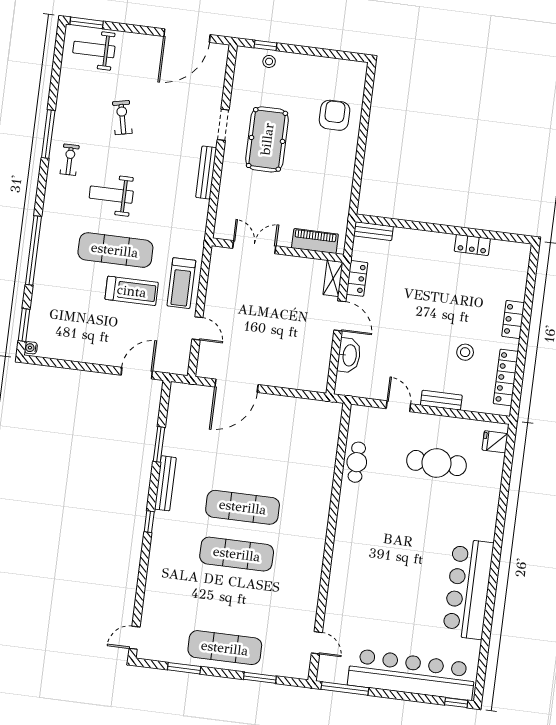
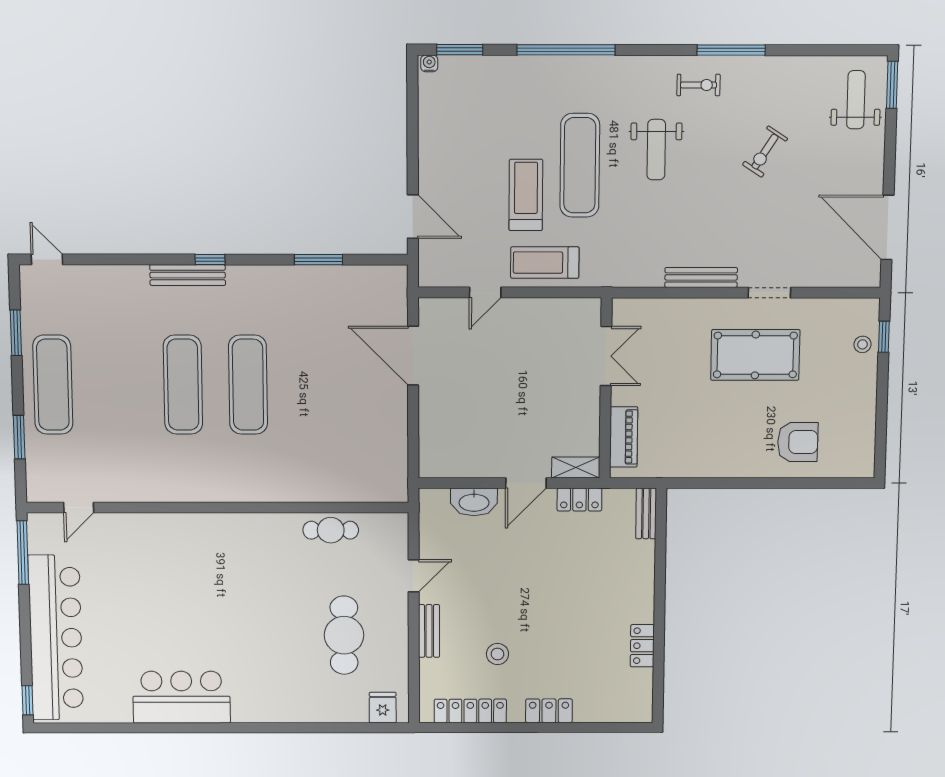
exercise bike: (122, 118) -> (765, 152), turned 135
weight bench: (111, 195) -> (656, 150), turned 180
treadmill: (132, 291) -> (526, 195), turned 180
bench: (165, 483) -> (188, 275), moved
bar counter: (468, 589) -> (181, 697), width x0.73

